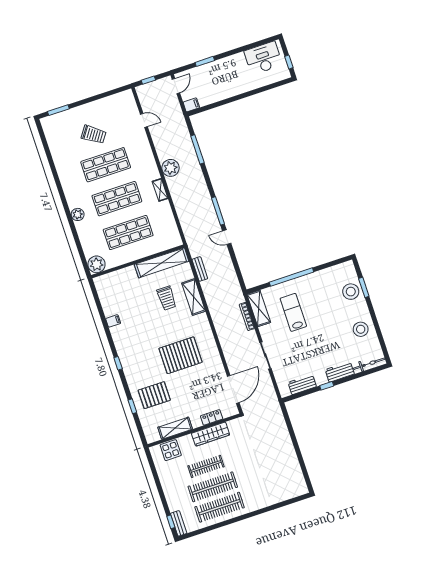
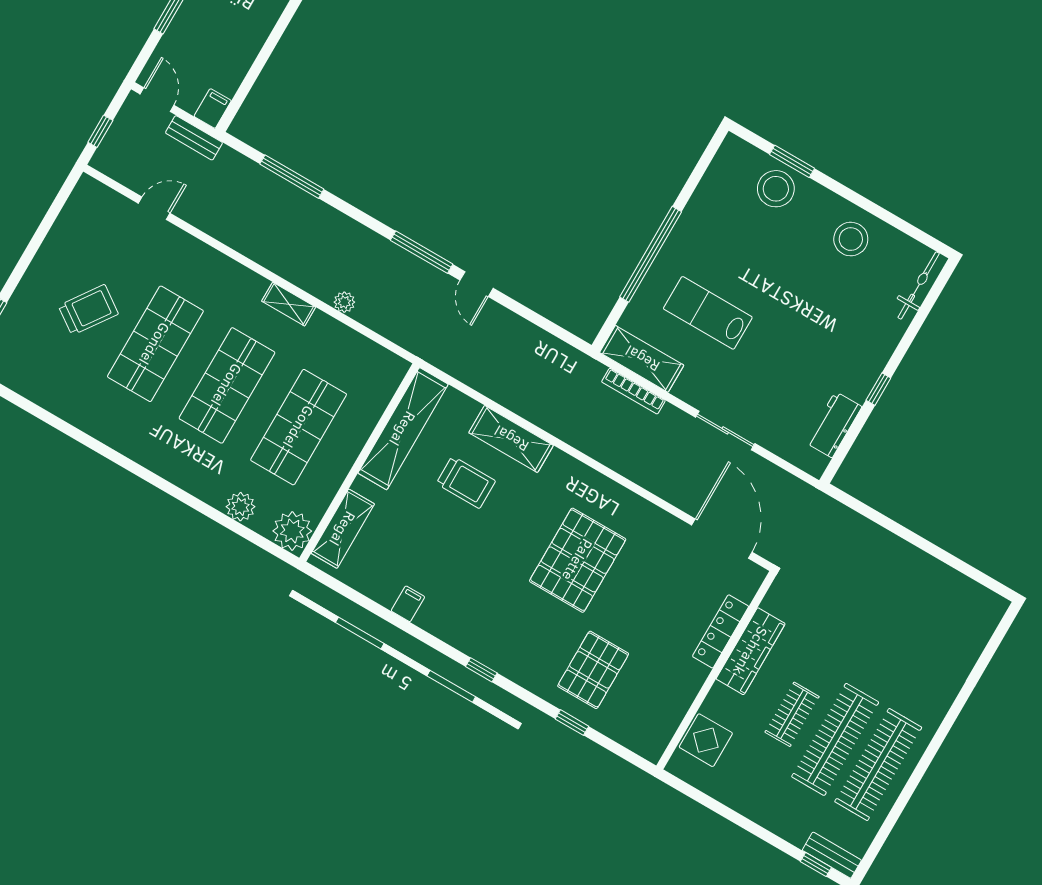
plant: (171, 168) -> (344, 302), moved, width x0.53, depth x0.53
plant: (78, 214) -> (240, 507), moved
door: (227, 237) -> (477, 284), hinge flipped
bench: (200, 269) -> (194, 138), moved
workbench: (340, 372) -> (880, 345), removed
locker: (212, 417) -> (721, 631), width x1.53
shelving: (175, 428) -> (343, 529), moved
clothes rail: (206, 466) -> (792, 714), width x0.73

